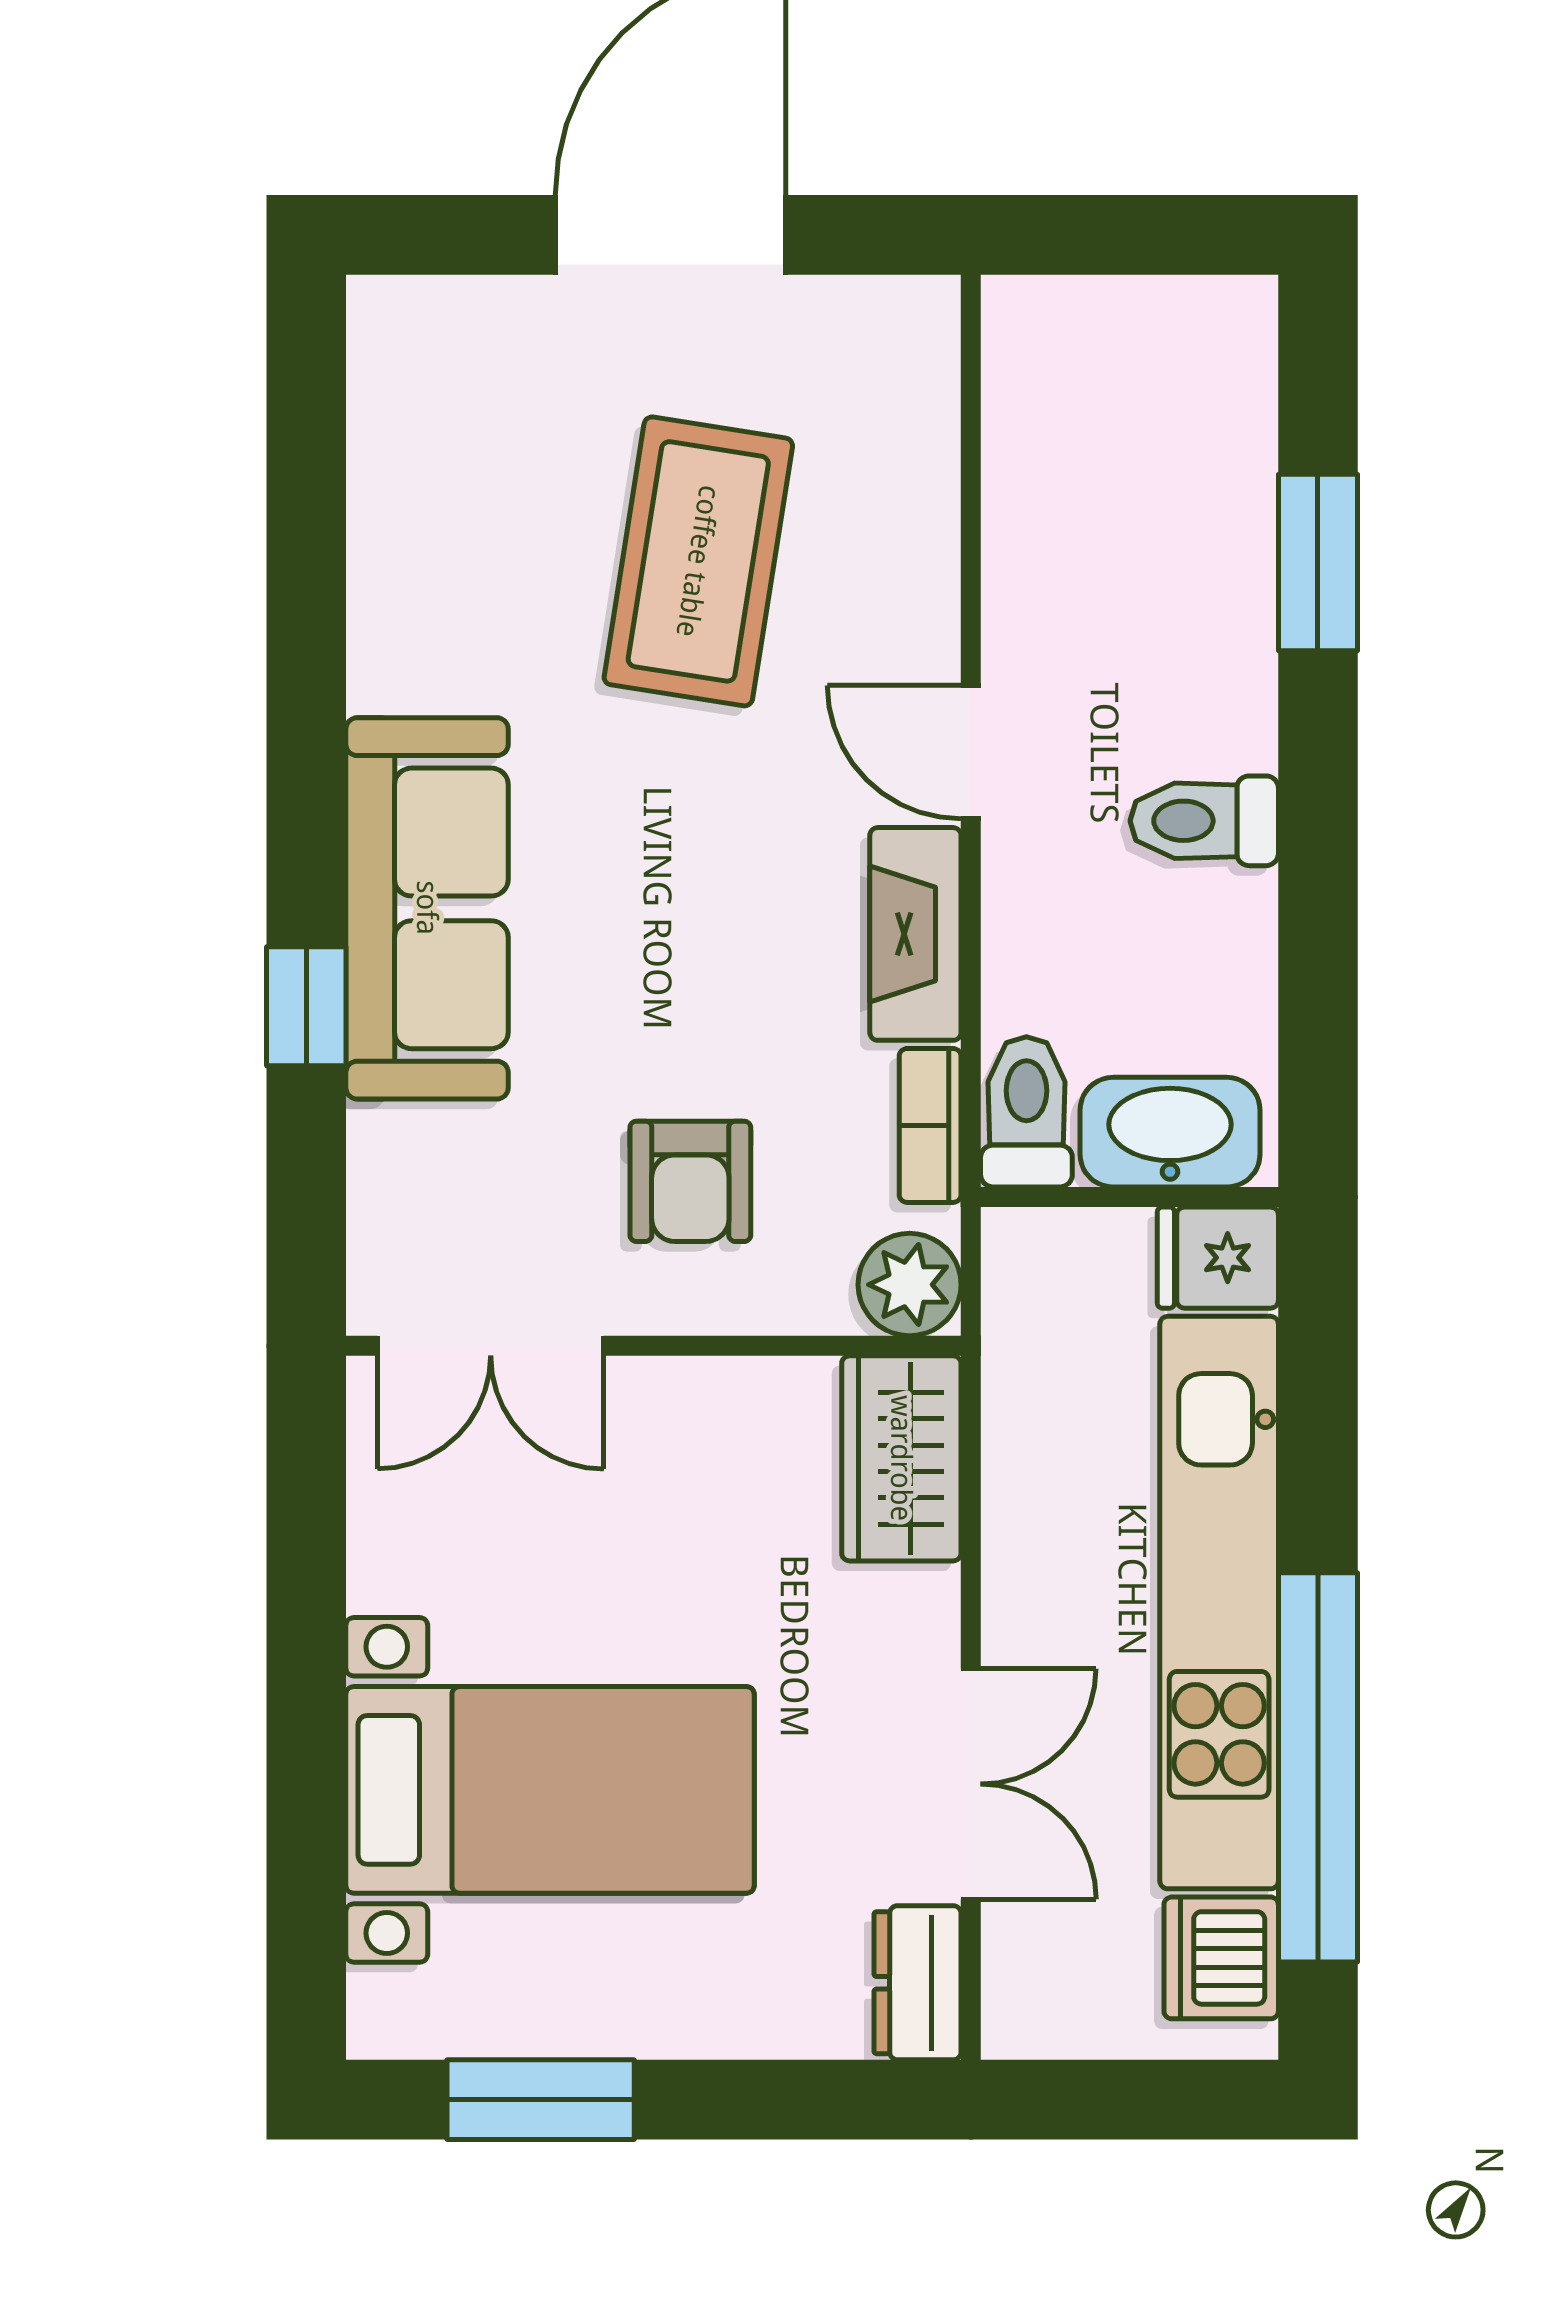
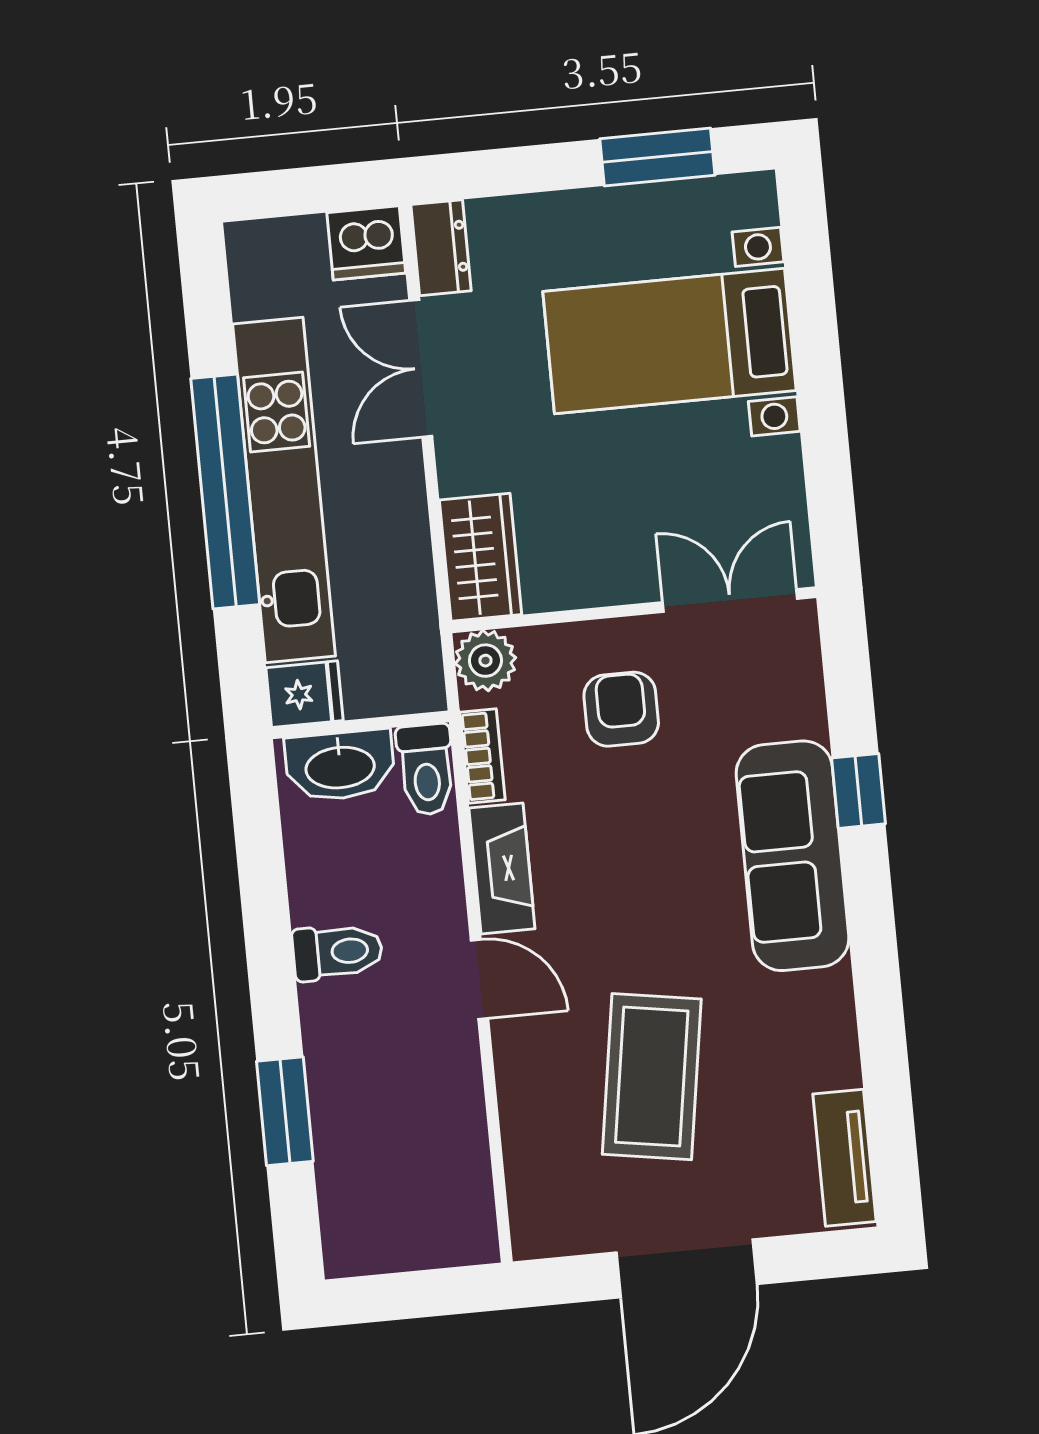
tv unit: (389, 394) -> (845, 1158), added
window: (1318, 1767) -> (225, 492), moved
dishwasher: (1221, 1958) -> (366, 243), moved, turned 90

